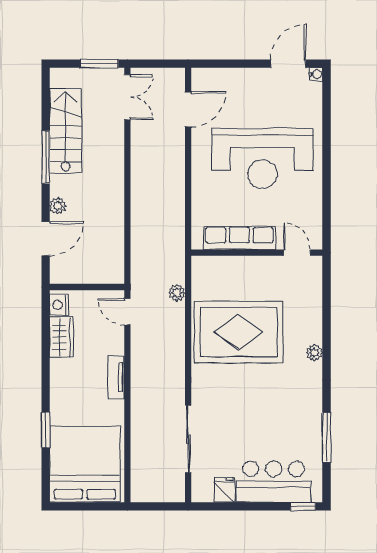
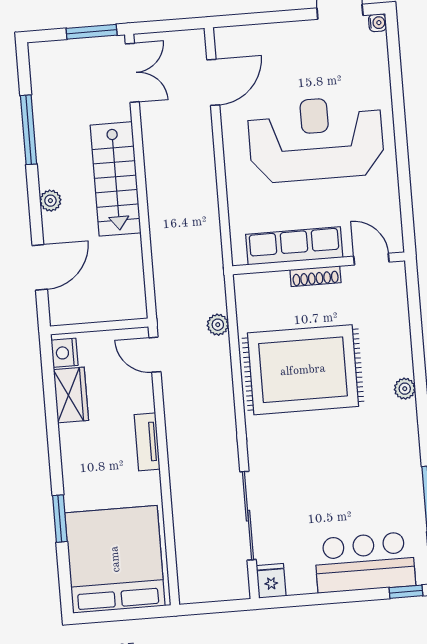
stairs: (66, 131) -> (116, 179), moved, turned 180
window: (46, 157) -> (29, 130), moved
reception desk: (262, 158) -> (316, 139), turned 180
plant: (58, 206) -> (50, 201), moved
shoe rack: (254, 262) -> (315, 276), added
fridge: (224, 490) -> (271, 581), moved

